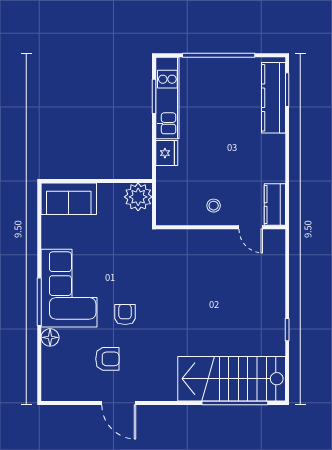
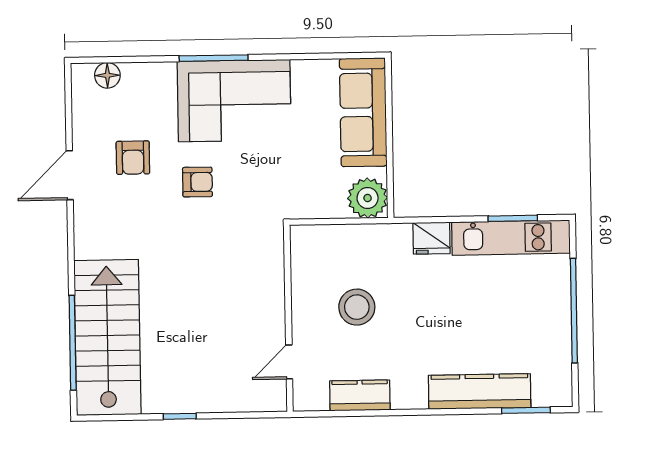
kitchen counter: (274, 98) -> (480, 391), moved
sofa: (69, 199) -> (363, 112), width x1.36
stool: (214, 206) -> (357, 307), width x1.89, depth x1.89
wall: (221, 227) -> (288, 318), moved
door: (251, 227) -> (289, 362), moved
floor lamp: (50, 337) -> (107, 75), moved

